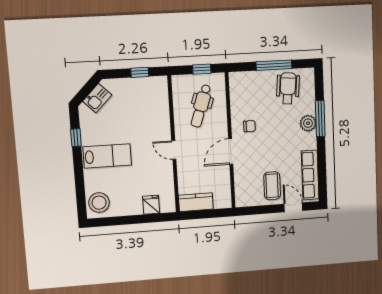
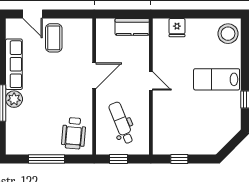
wheelchair: (288, 88) -> (74, 133), moved
kitchen sink: (97, 98) -> (222, 136), removed
dental chair: (201, 106) -> (121, 123), turned -41
chair: (249, 126) -> (74, 100), removed
row of seats: (310, 175) -> (14, 64), moved

